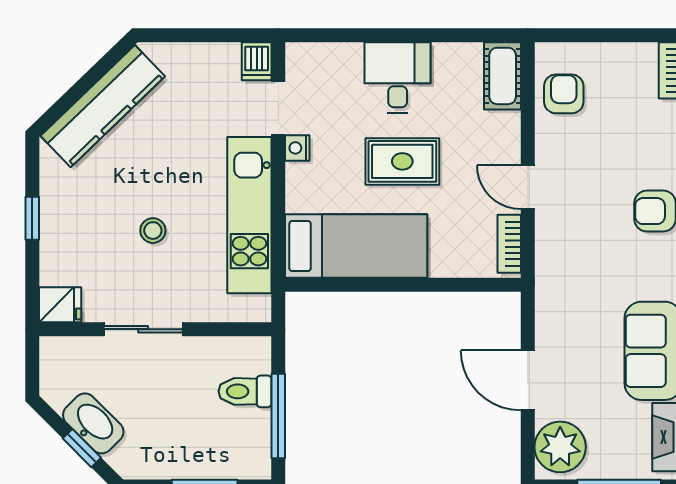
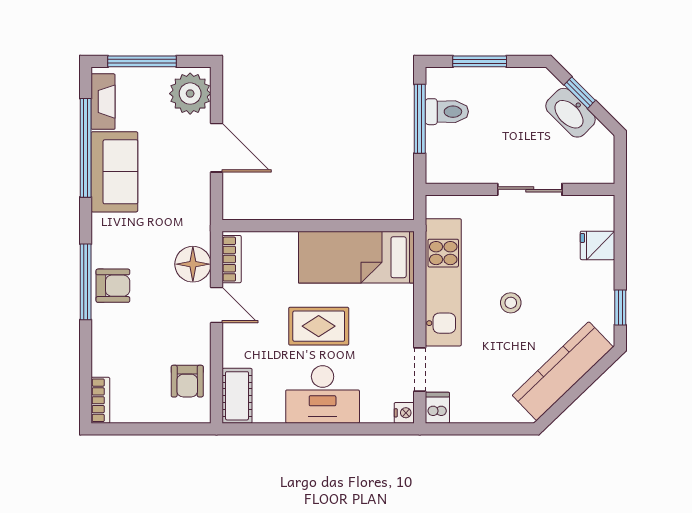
desk: (398, 78) -> (323, 394), width x1.37
nightstand: (297, 148) -> (404, 413), moved
window: (32, 218) -> (620, 307), moved
stool: (153, 231) -> (511, 303), moved
floor lamp: (557, 237) -> (193, 264), added
fridge: (60, 305) -> (597, 245), moved
toilet: (245, 391) -> (447, 112), moved

